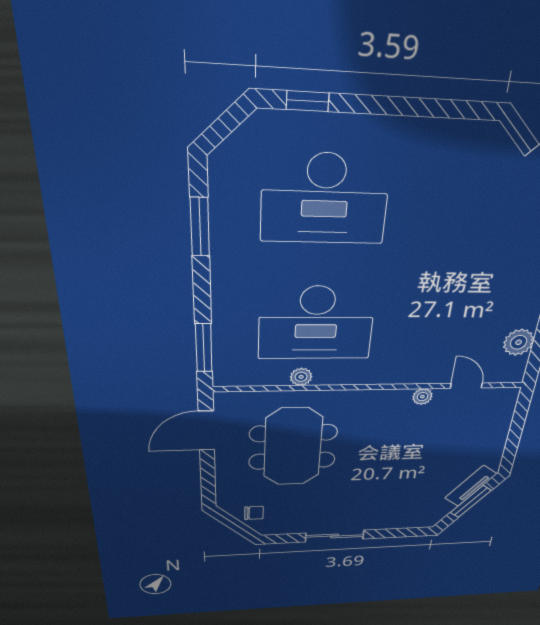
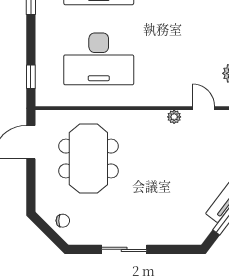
window: (204, 348) -> (31, 77), width x0.67
plant: (301, 377) -> (91, 99), removed

